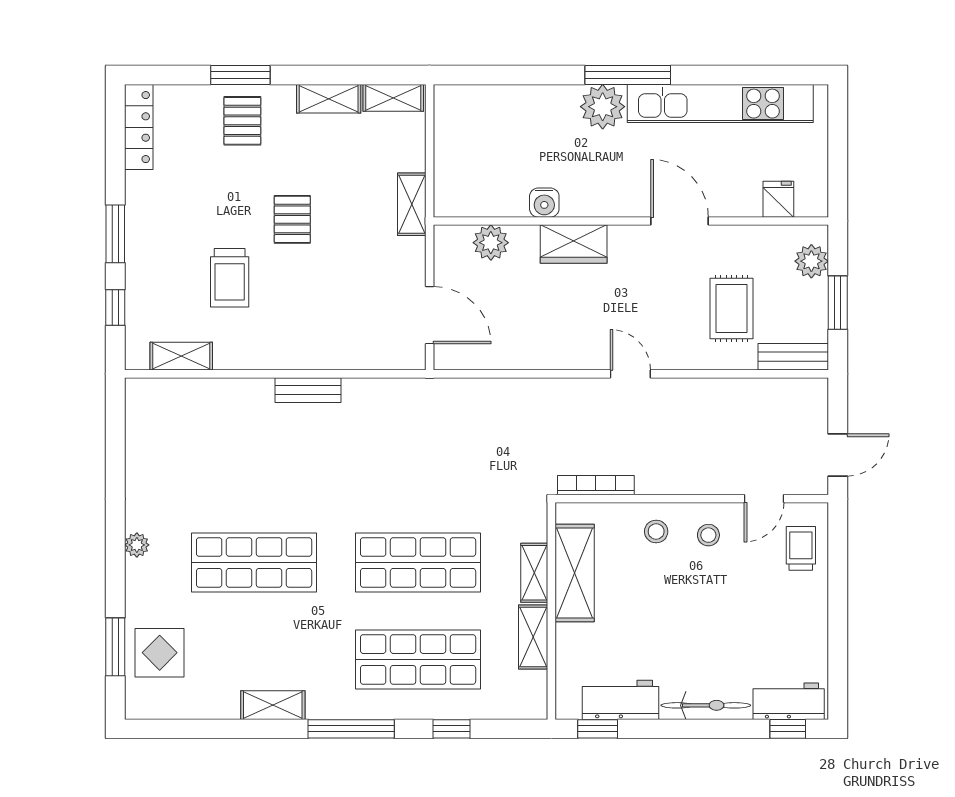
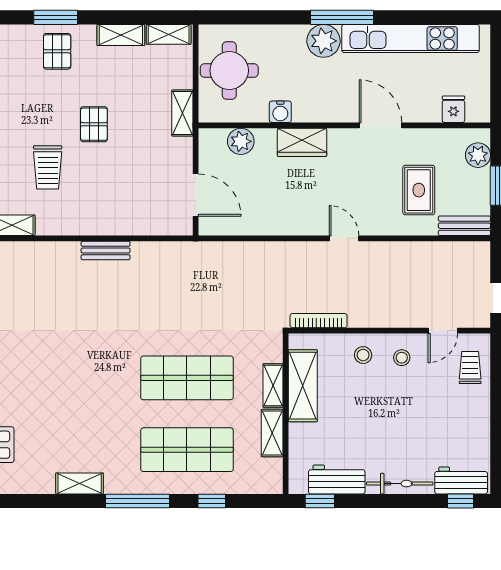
round table: (475, 147) -> (229, 71), added
shop shelf: (254, 562) -> (66, 378), removed

